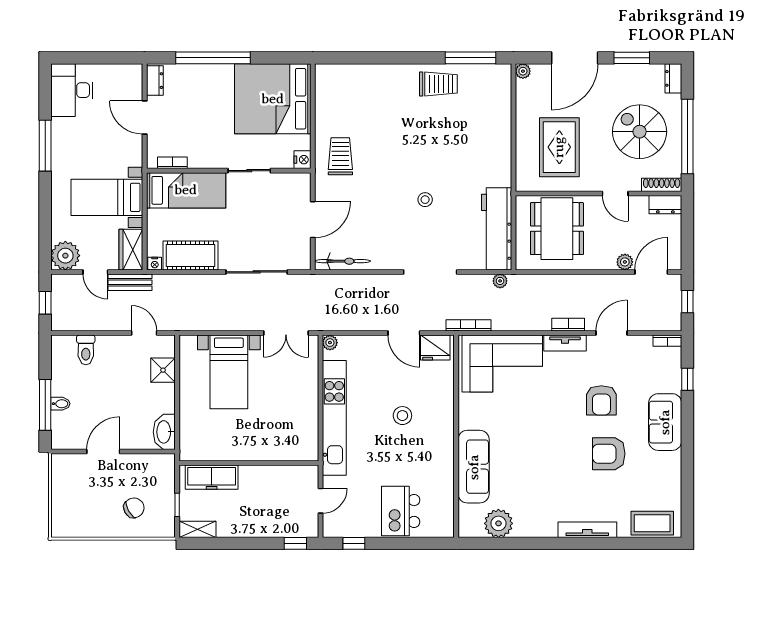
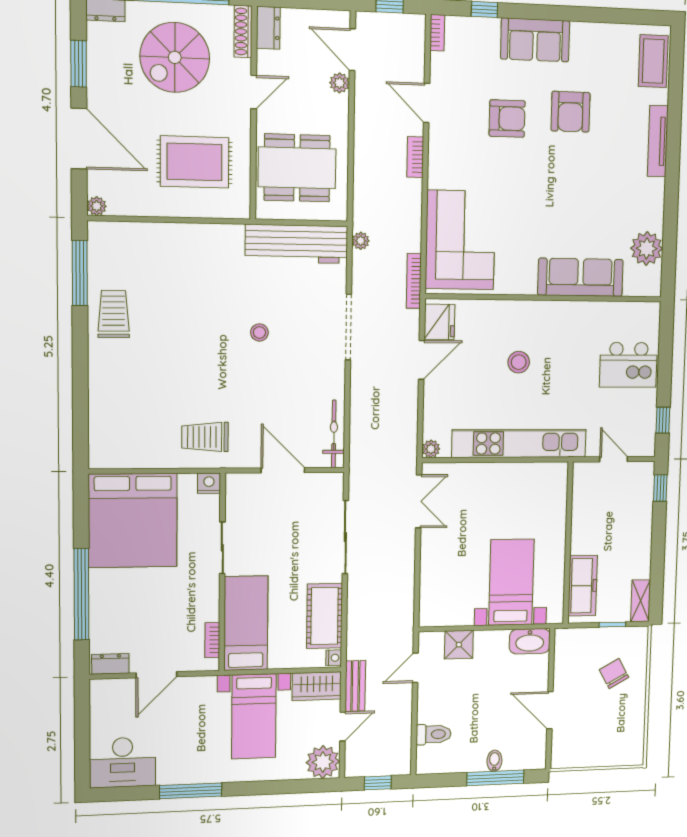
tv unit: (565, 343) -> (437, 162), removed
bed with nightstands: (229, 372) -> (511, 582), moved, turned -90

